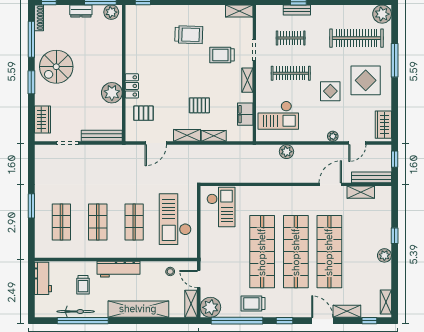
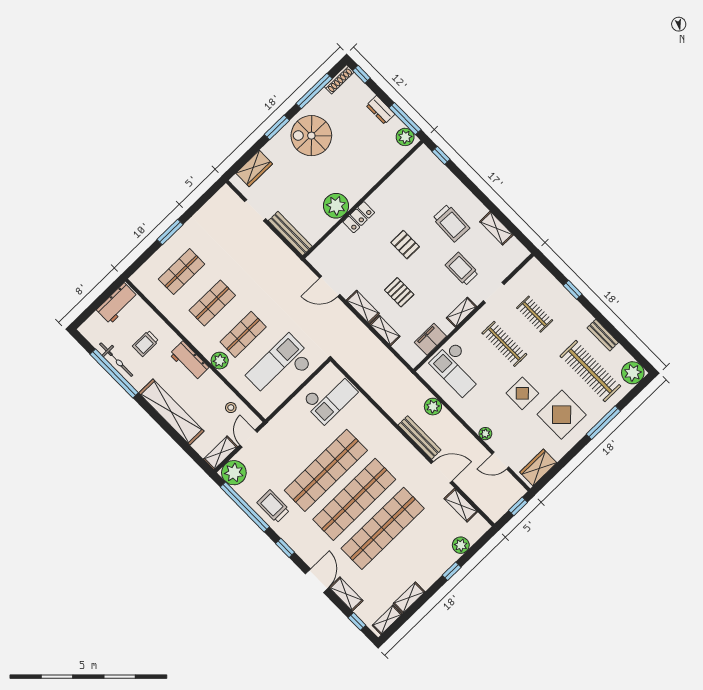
bench: (297, 10) -> (603, 335), moved
shelving: (239, 11) -> (496, 228), moved
pallet: (144, 113) -> (405, 245), moved
bench: (371, 177) -> (420, 437), moved
plant: (136, 251) -> (220, 361), added
plant: (384, 255) -> (461, 545), moved
workbench: (118, 269) -> (189, 361), width x0.73
shelving: (386, 276) -> (409, 598), added

